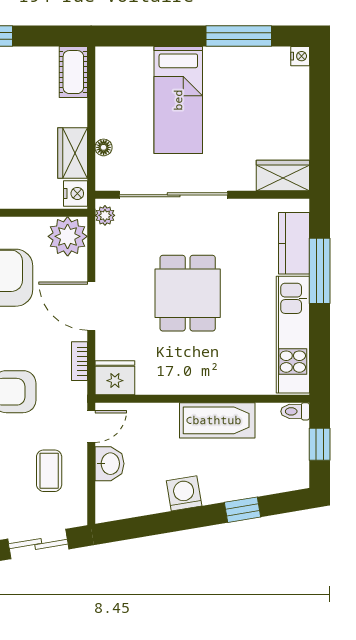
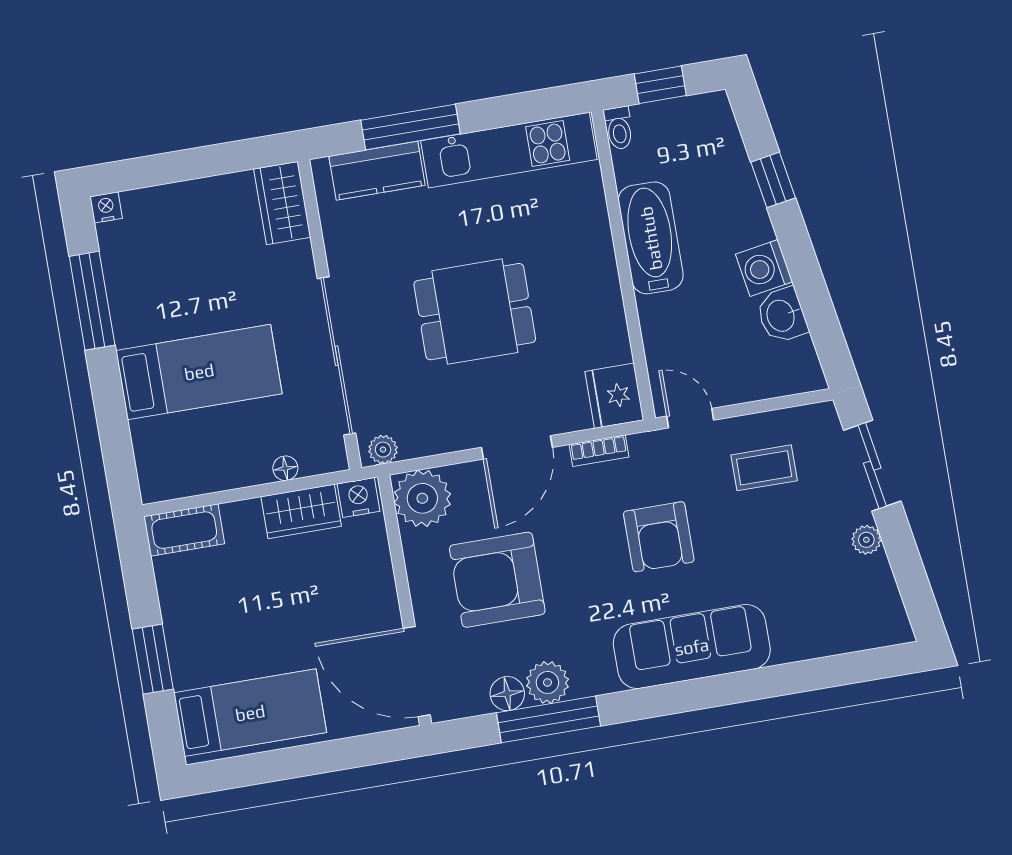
washbasin: (109, 464) -> (782, 315), moved, turned -100

